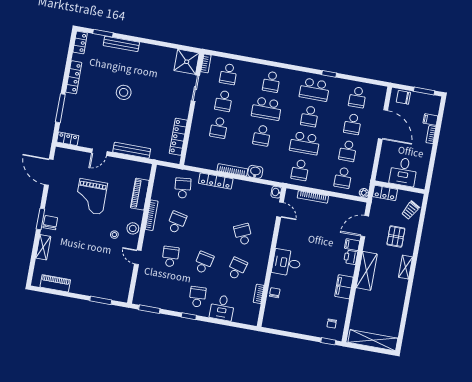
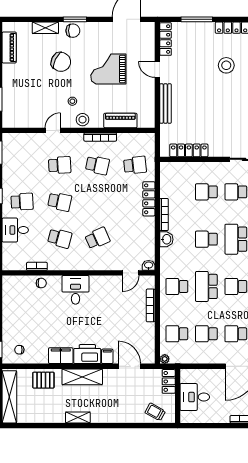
stool: (124, 92) -> (226, 65), moved
locker: (68, 139) -> (166, 39), width x1.53
pallet: (396, 236) -> (43, 380), moved
chair: (77, 239) -> (61, 62), added
printer: (351, 257) -> (87, 354), width x1.87, depth x1.48
shelving: (405, 267) -> (78, 417), moved

